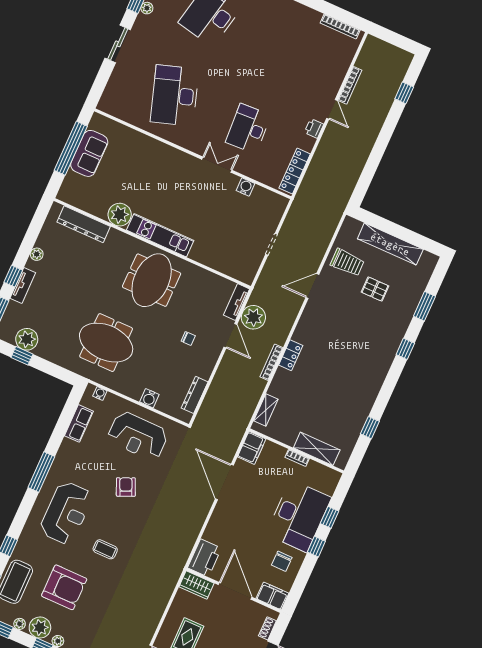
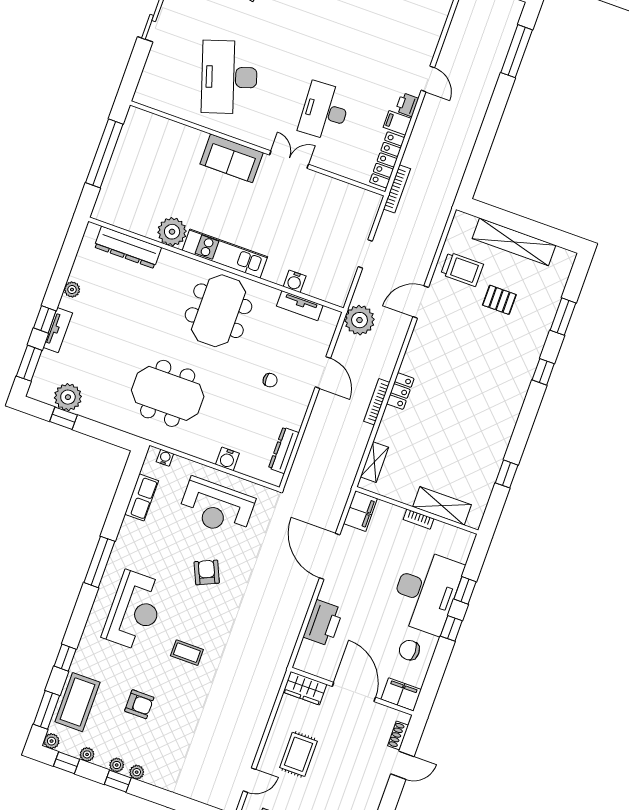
bookcase: (350, 85) -> (397, 189), moved
window: (404, 93) -> (517, 51), width x2.17
filing cabinet: (305, 142) -> (397, 123), added
sofa: (89, 153) -> (232, 158), moved, turned 90
water cooler: (246, 187) -> (295, 281), moved, turned 180
tv unit: (237, 302) -> (300, 306), moved, turned -90
plant: (253, 317) -> (360, 320), moved
printer: (205, 558) -> (323, 623), moved
chair: (282, 561) -> (409, 650), turned 90
armchair: (64, 587) -> (139, 704), width x0.53, depth x0.53
plant: (40, 628) -> (117, 765), width x0.53, depth x0.53

